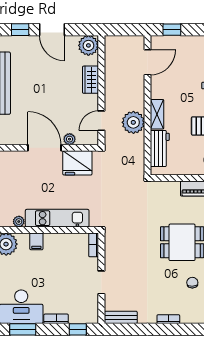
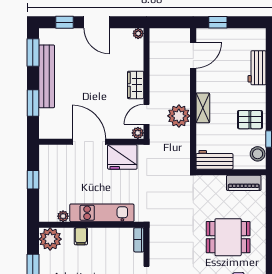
plant: (88, 45) -> (138, 33), width x0.53, depth x0.53
wardrobe: (91, 80) -> (136, 85), moved
plant: (70, 139) -> (138, 133), moved
workbench: (160, 149) -> (214, 160), moved, turned -90

